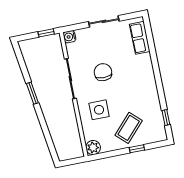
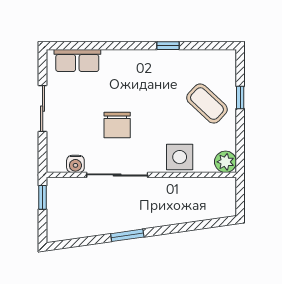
water cooler: (69, 37) -> (75, 164), moved
chair: (103, 72) -> (117, 125), turned -90
side table: (99, 110) -> (180, 157), moved
window: (166, 117) -> (168, 46), moved

